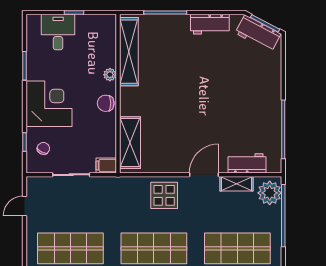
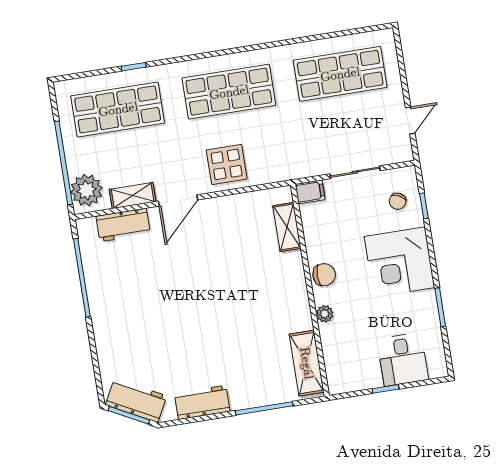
shelving: (129, 52) -> (307, 363), width x0.68
shelving: (130, 143) -> (287, 227), width x0.67, depth x0.75

